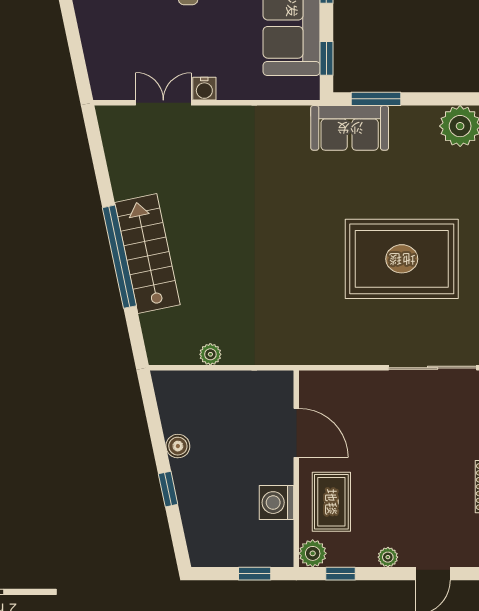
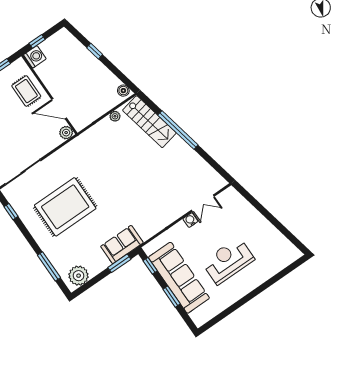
stairs: (147, 254) -> (149, 122), moved
boiler: (178, 446) -> (123, 91), moved
washing machine: (277, 503) -> (35, 57), moved
plant: (313, 553) -> (66, 133), moved

